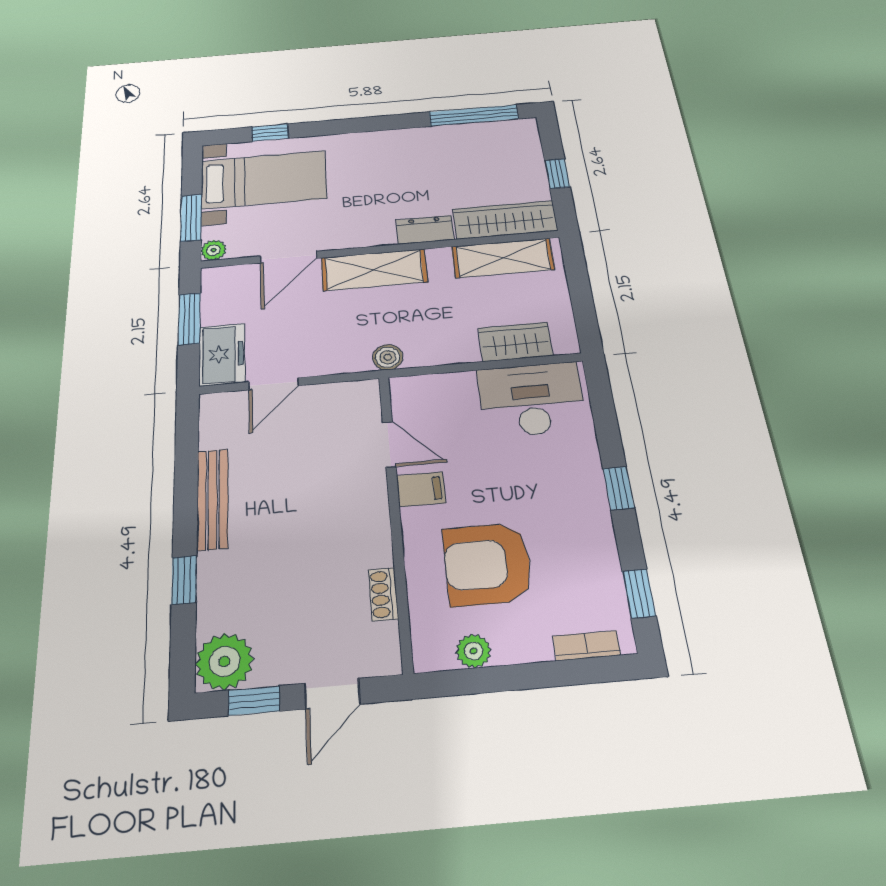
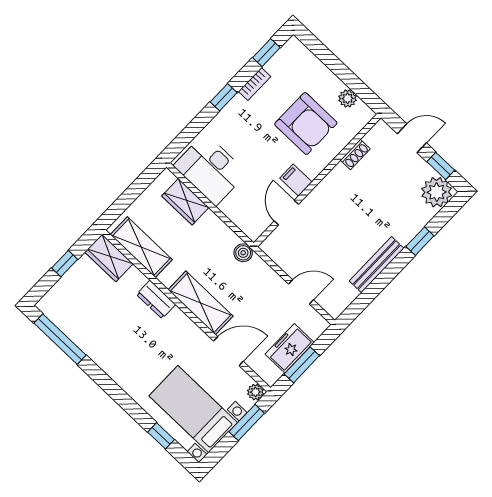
wardrobe: (505, 220) -> (109, 258), width x0.67
freezer: (222, 355) -> (290, 348), moved
bookcase: (586, 646) -> (255, 84), moved, turned -90

